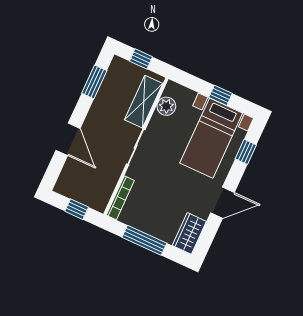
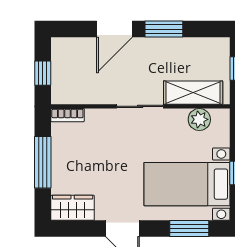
window: (94, 82) -> (164, 29), moved
window: (246, 152) -> (189, 229), width x1.50
bookcase: (120, 198) -> (67, 115), width x0.64

